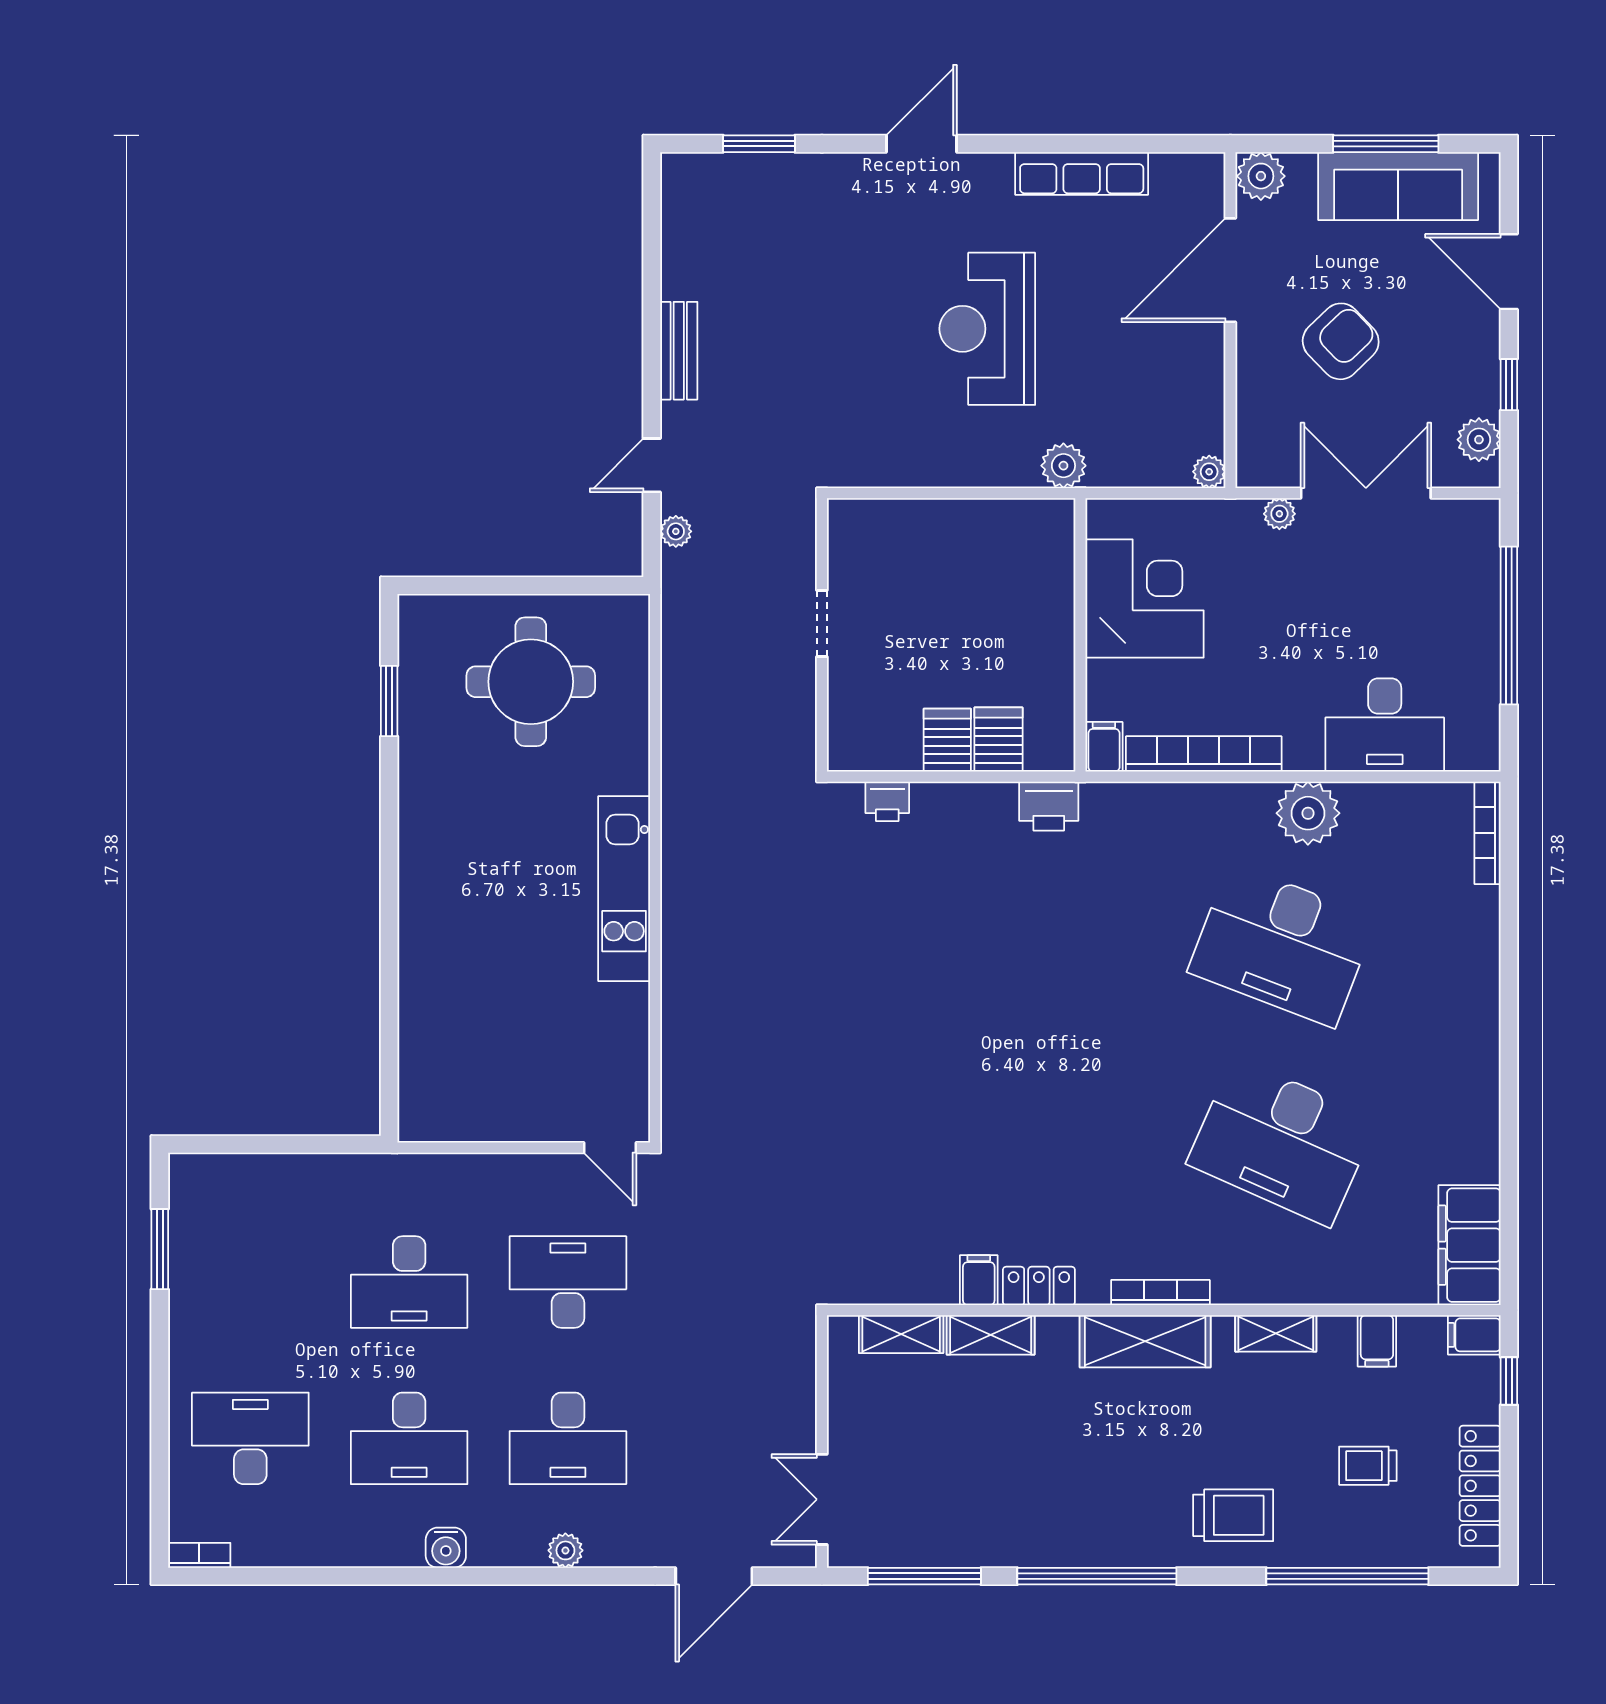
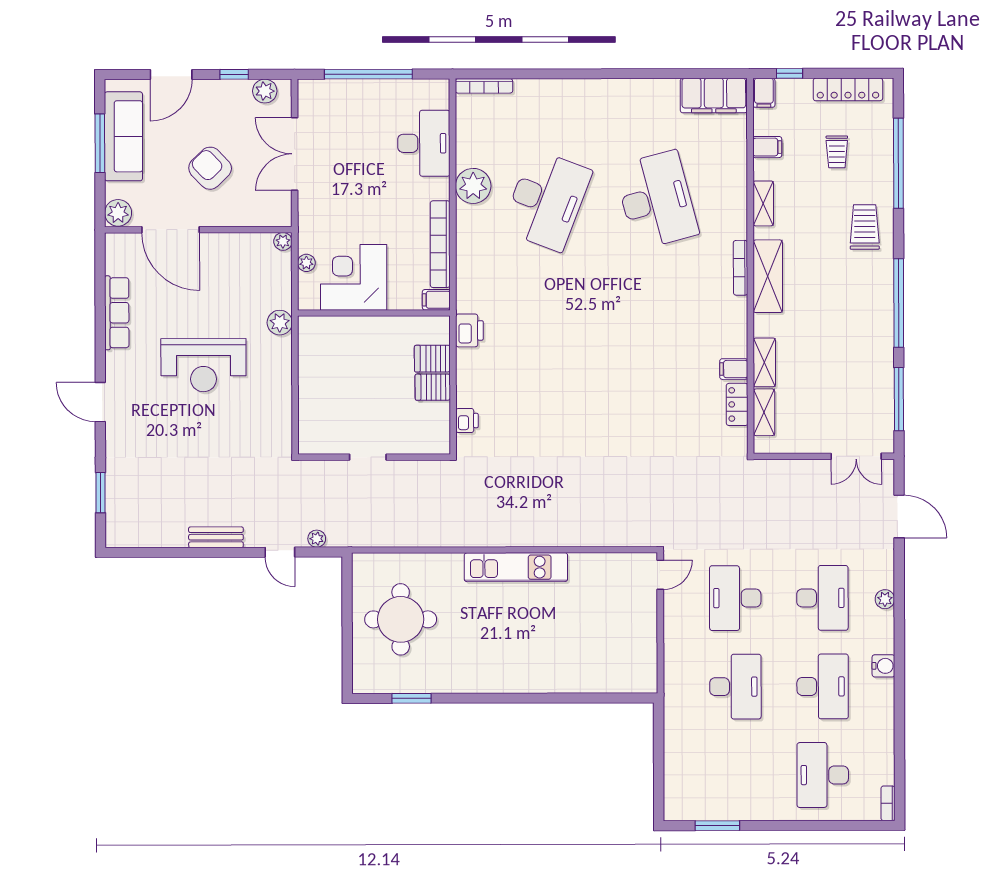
plant: (1279, 514) -> (306, 263), moved
desk: (1282, 1142) -> (656, 200), turned -39
locker: (1039, 1286) -> (737, 404), moved

